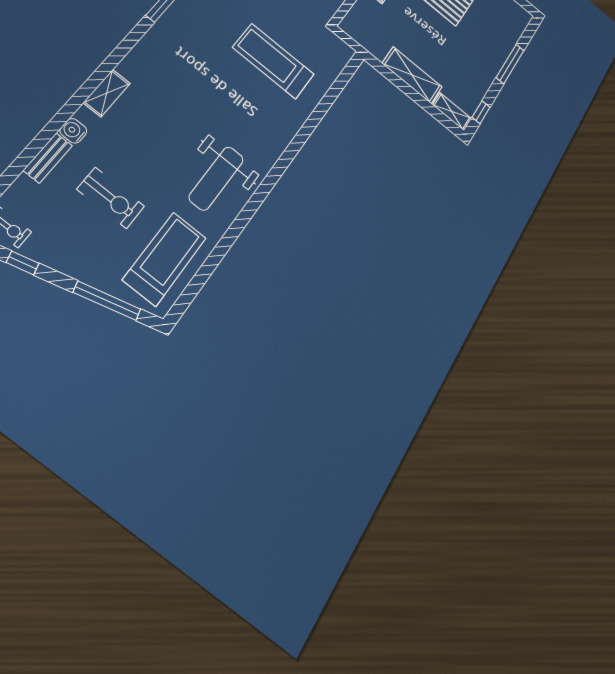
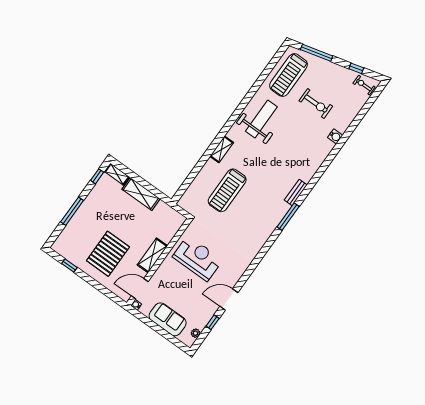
treadmill: (274, 61) -> (227, 190), turned 90
shelving: (107, 93) -> (222, 149), moved
bench: (48, 158) -> (296, 192), moved
exercise bike: (111, 198) -> (316, 104), turned 180

